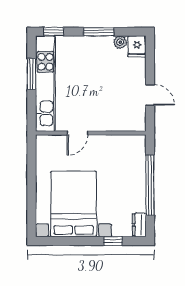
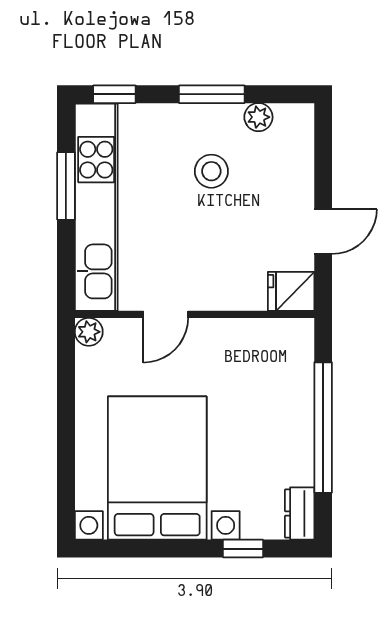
fridge: (137, 46) -> (291, 291), moved, turned 90
stool: (98, 67) -> (211, 171), added
door: (150, 95) -> (323, 232), hinge flipped
plant: (42, 141) -> (89, 332), added

